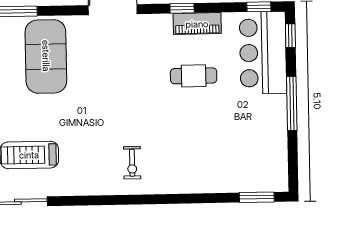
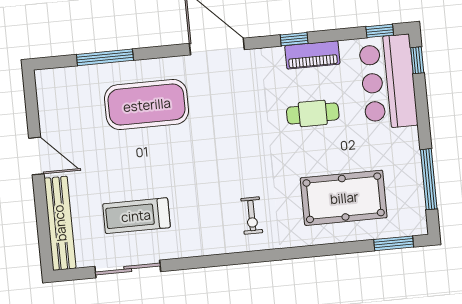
exercise mat: (46, 56) -> (147, 105), turned 90
window: (292, 103) -> (429, 179), moved
pool table: (215, 153) -> (344, 198), added

